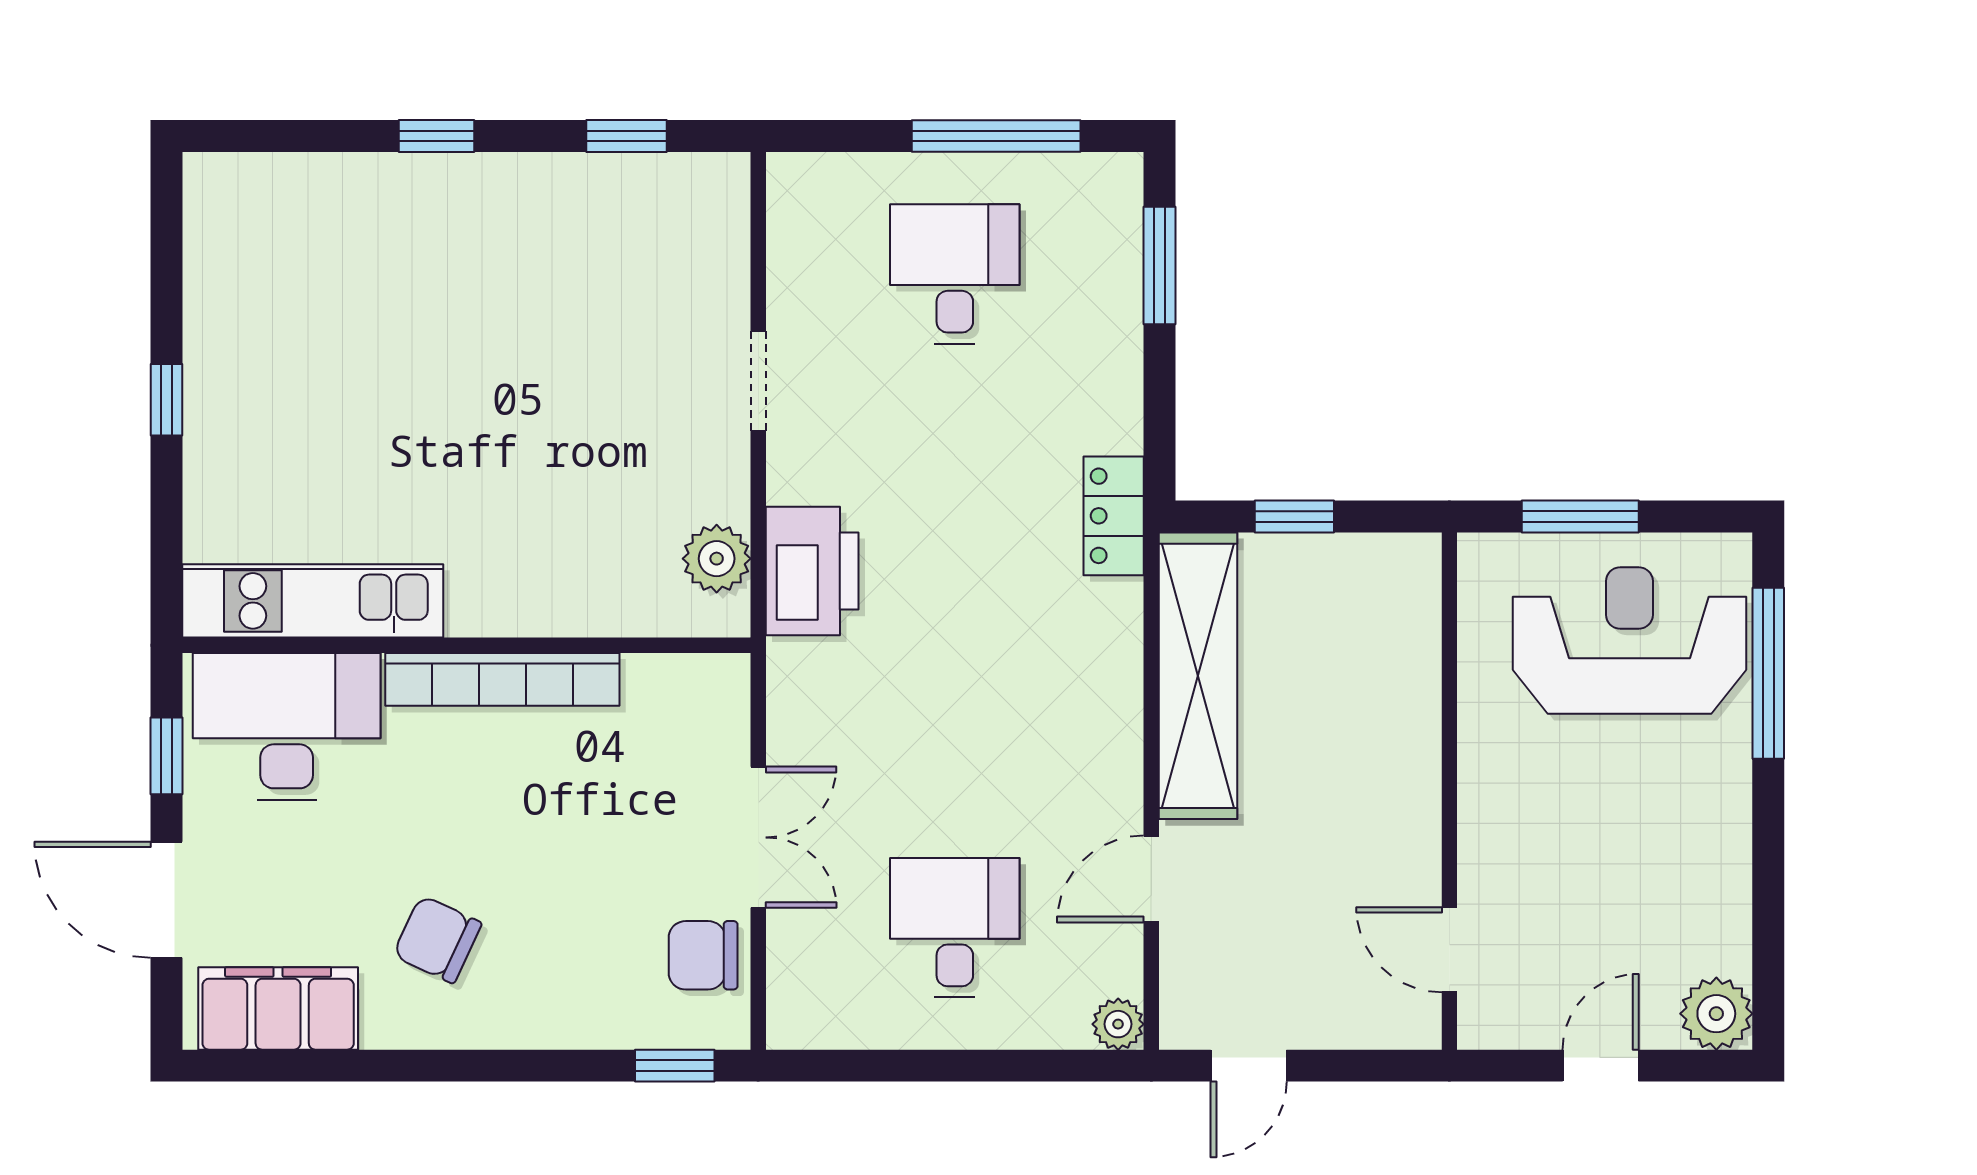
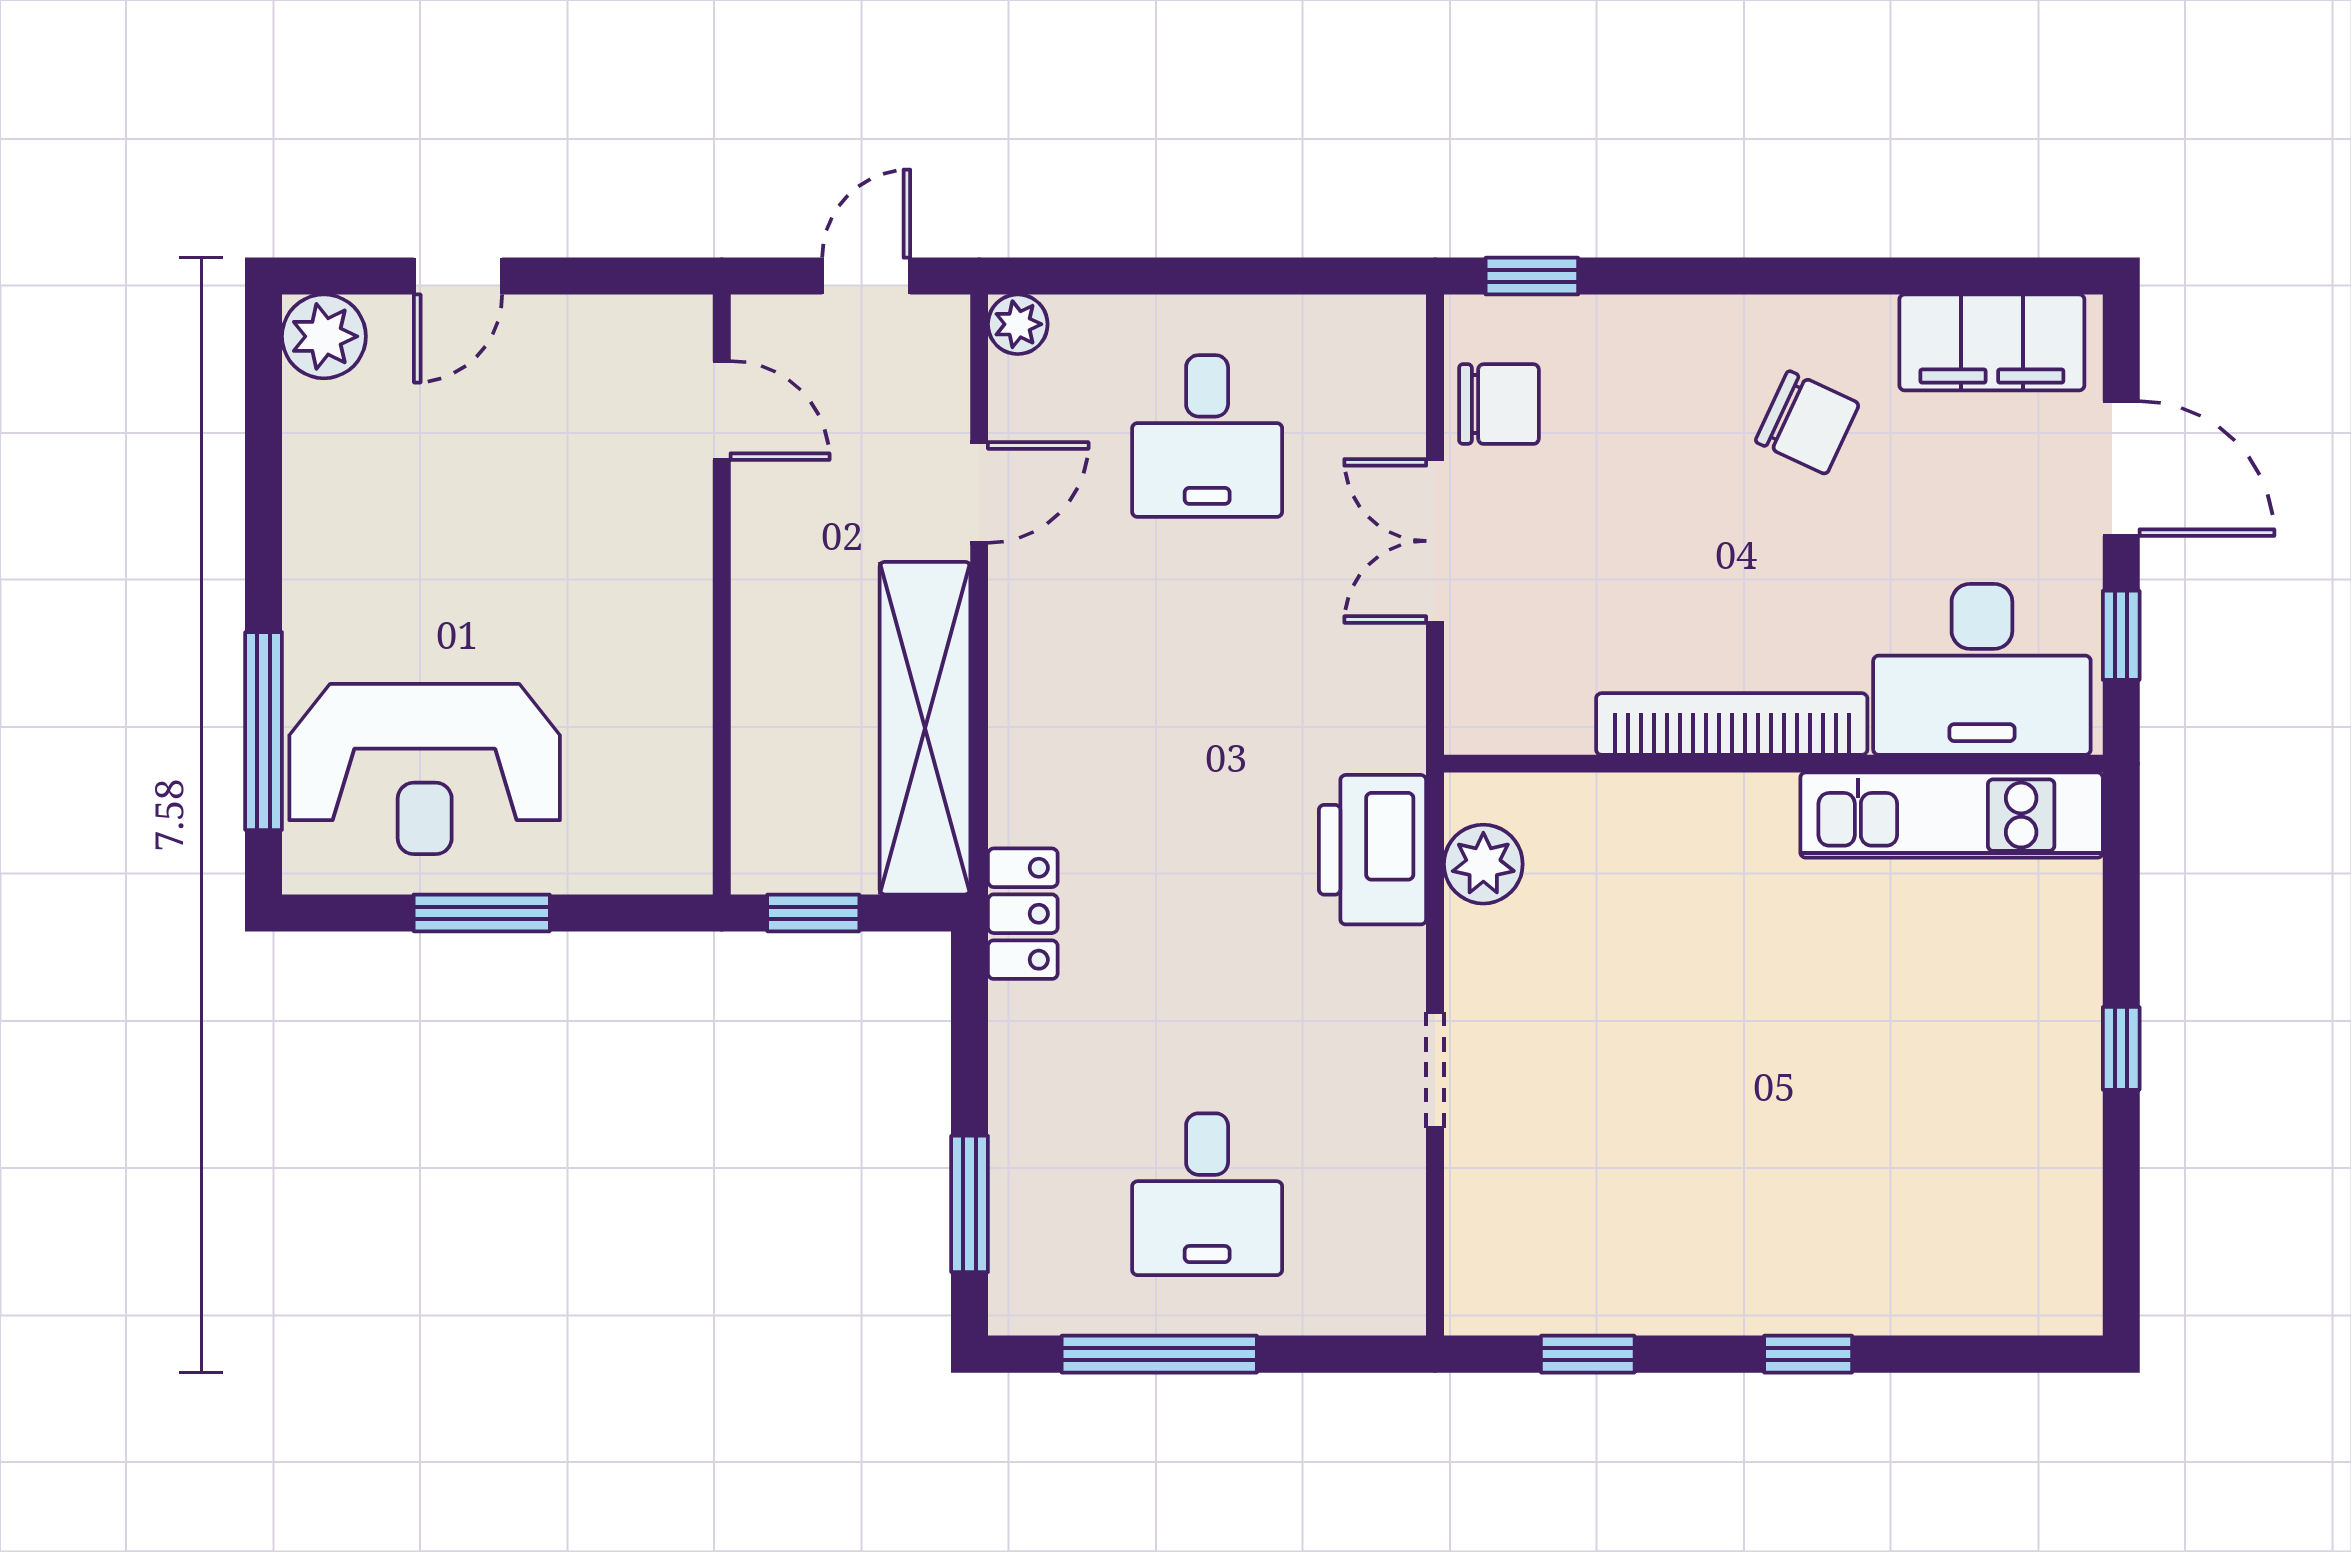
wall: (1449, 791) -> (722, 594), moved
door: (1449, 950) -> (722, 410), moved

